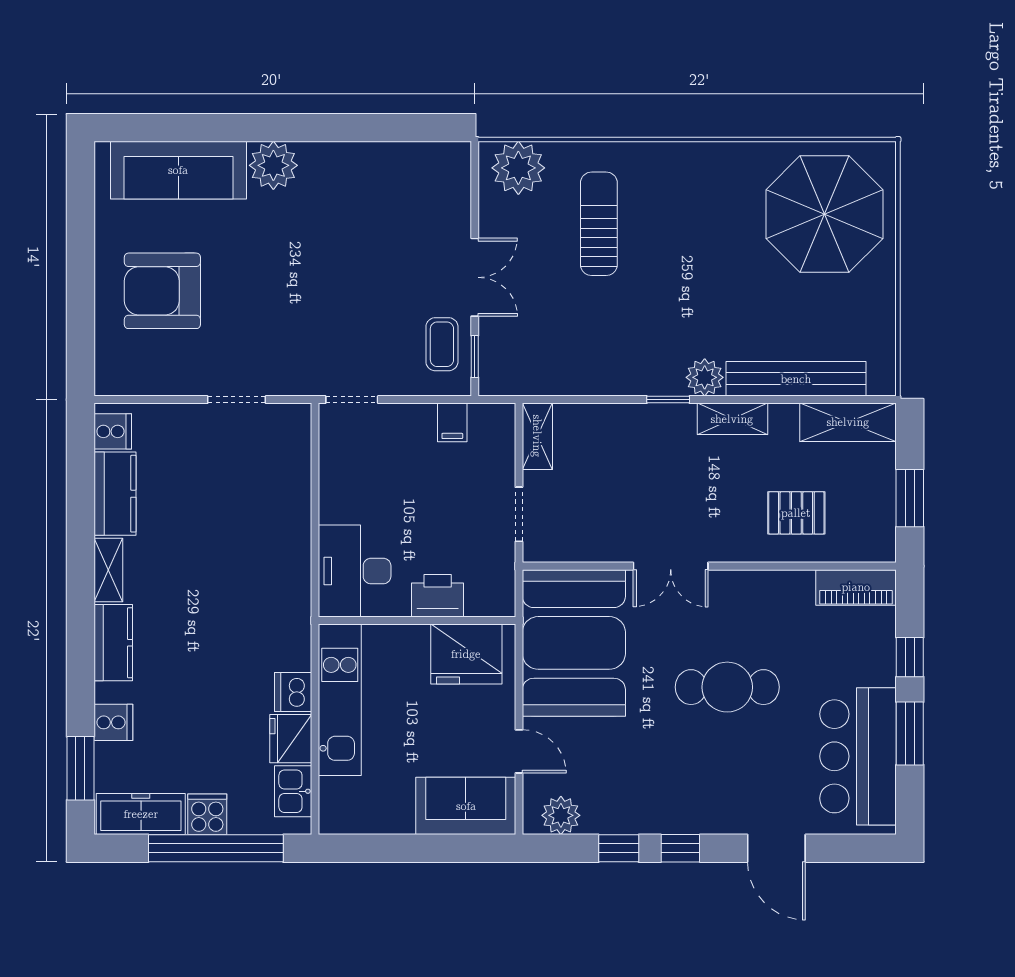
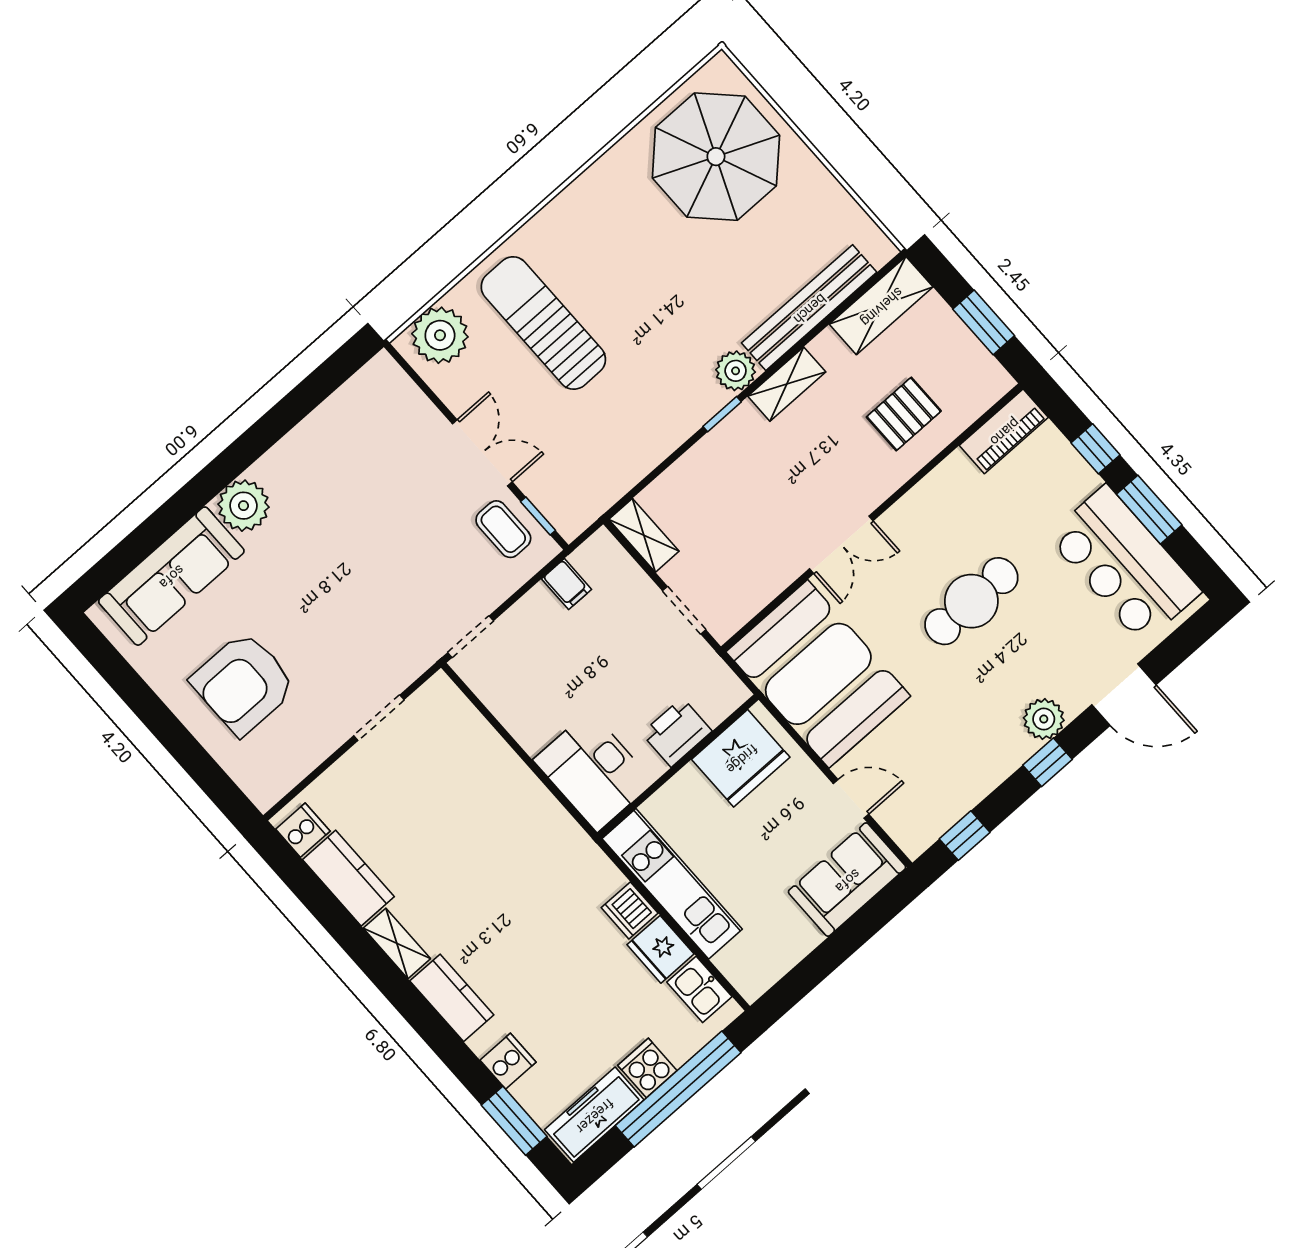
sun lounger: (599, 224) -> (543, 323), width x1.36, depth x1.34
plant: (561, 815) -> (1044, 719), moved
window: (619, 848) -> (965, 836), moved

